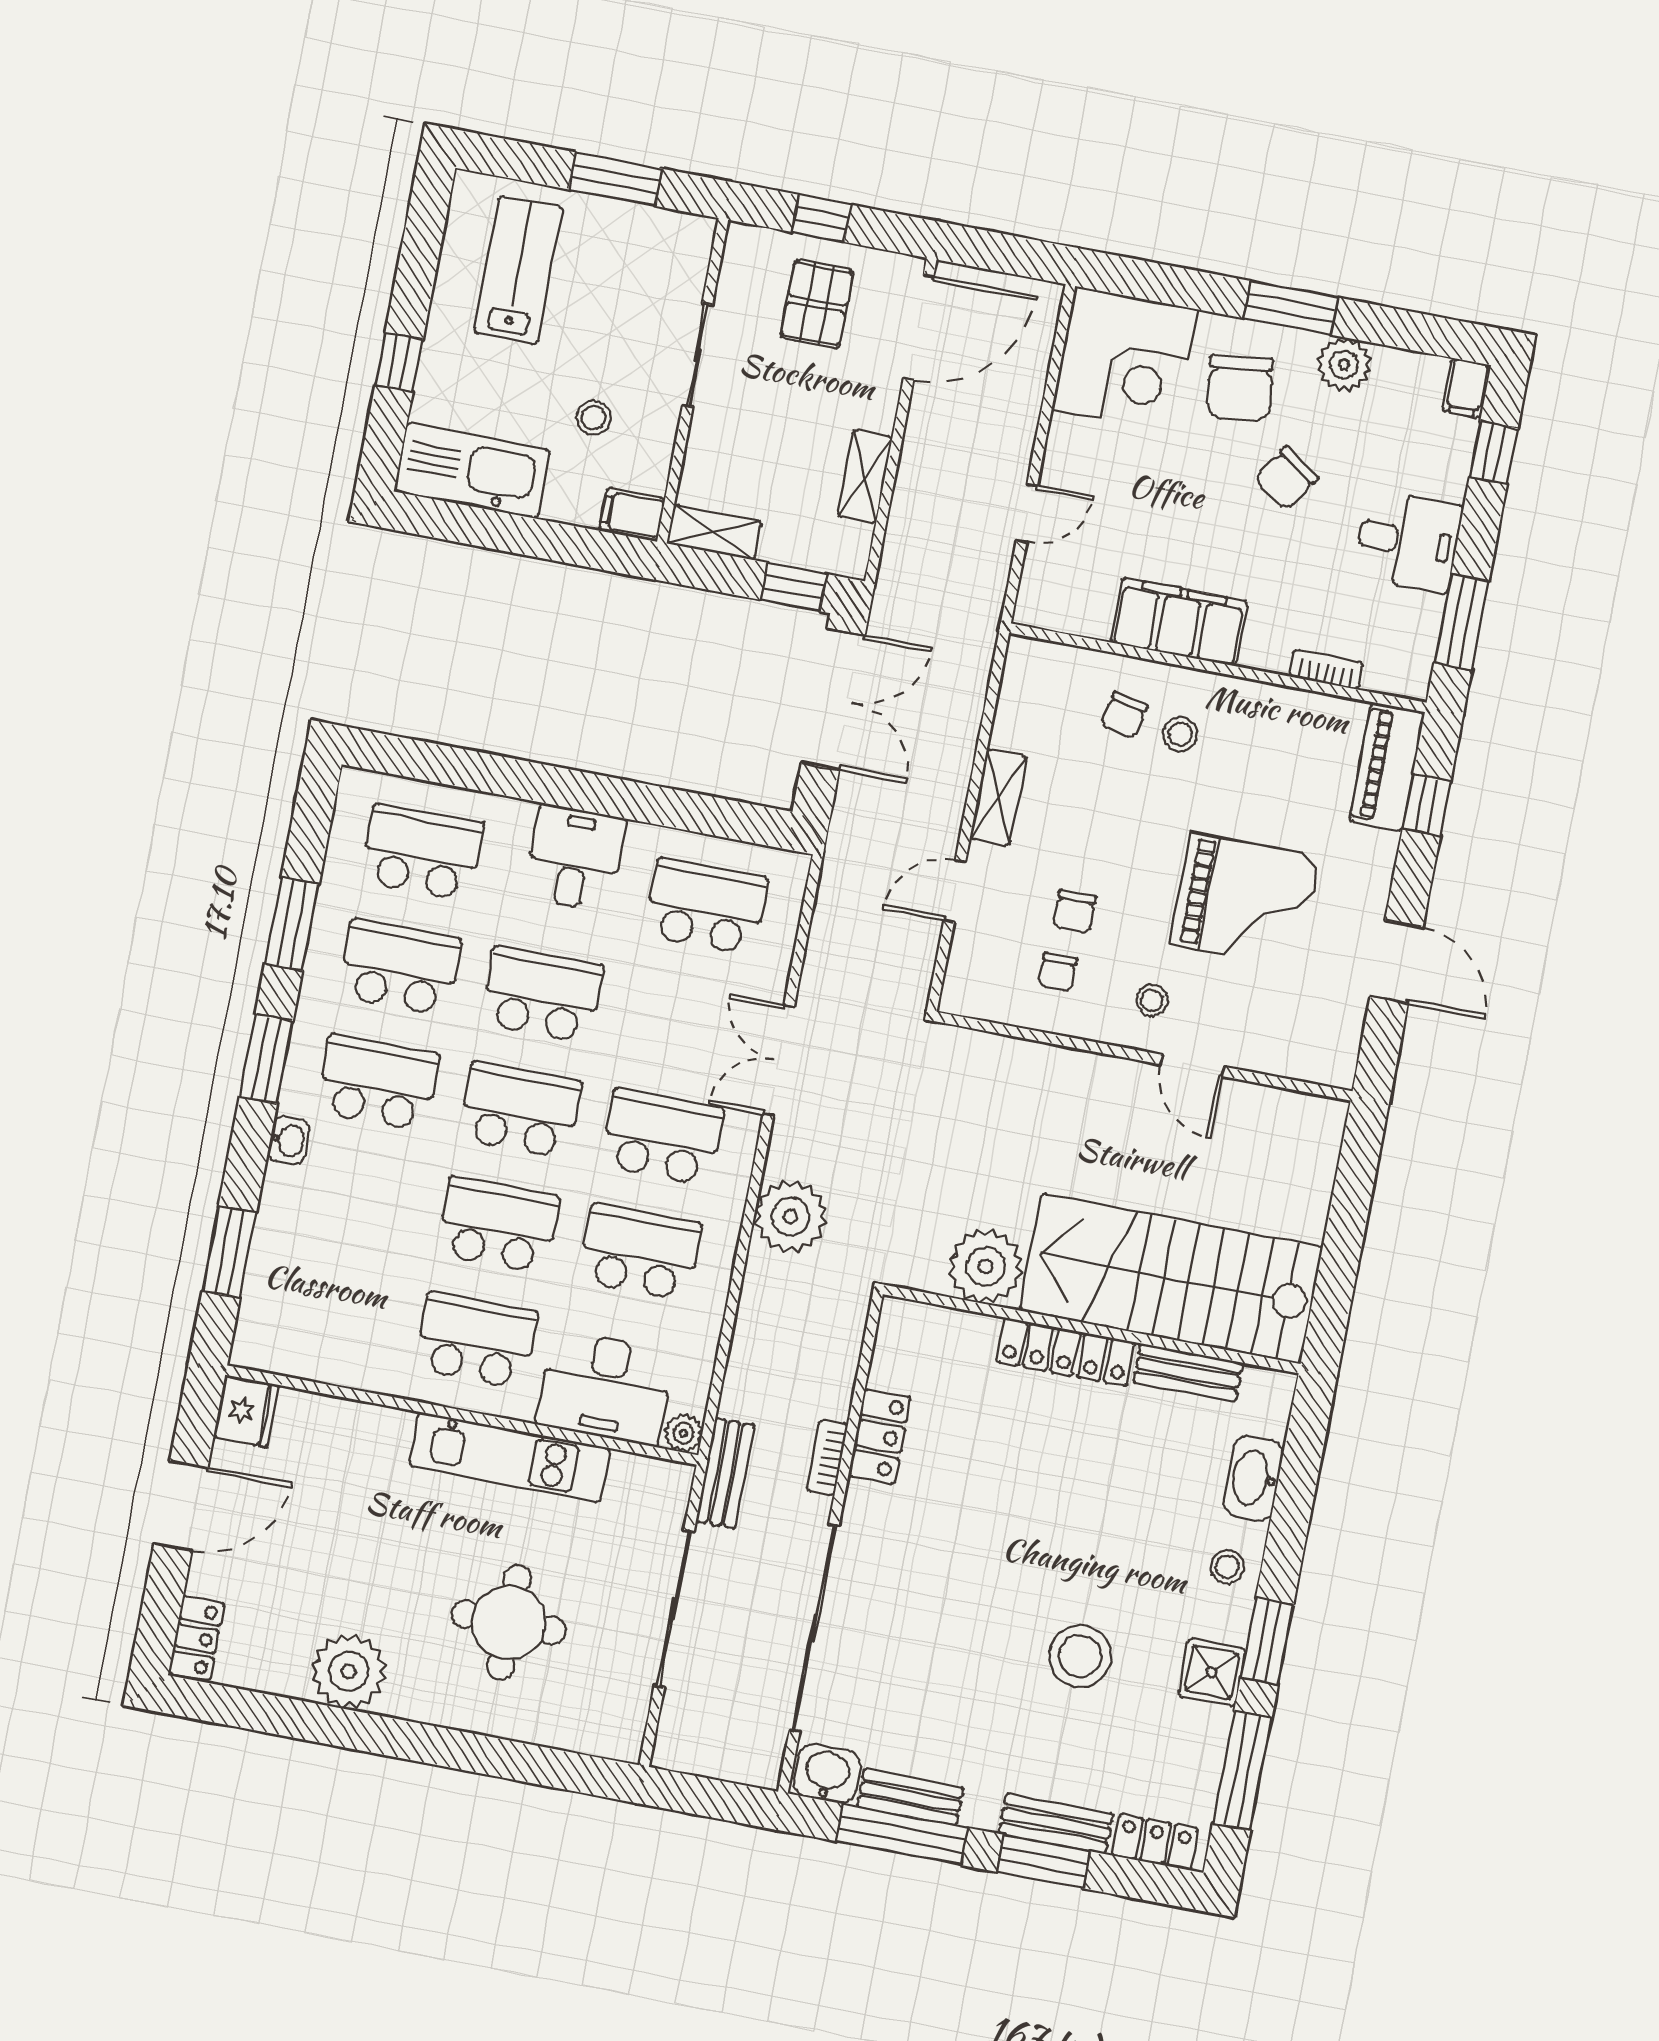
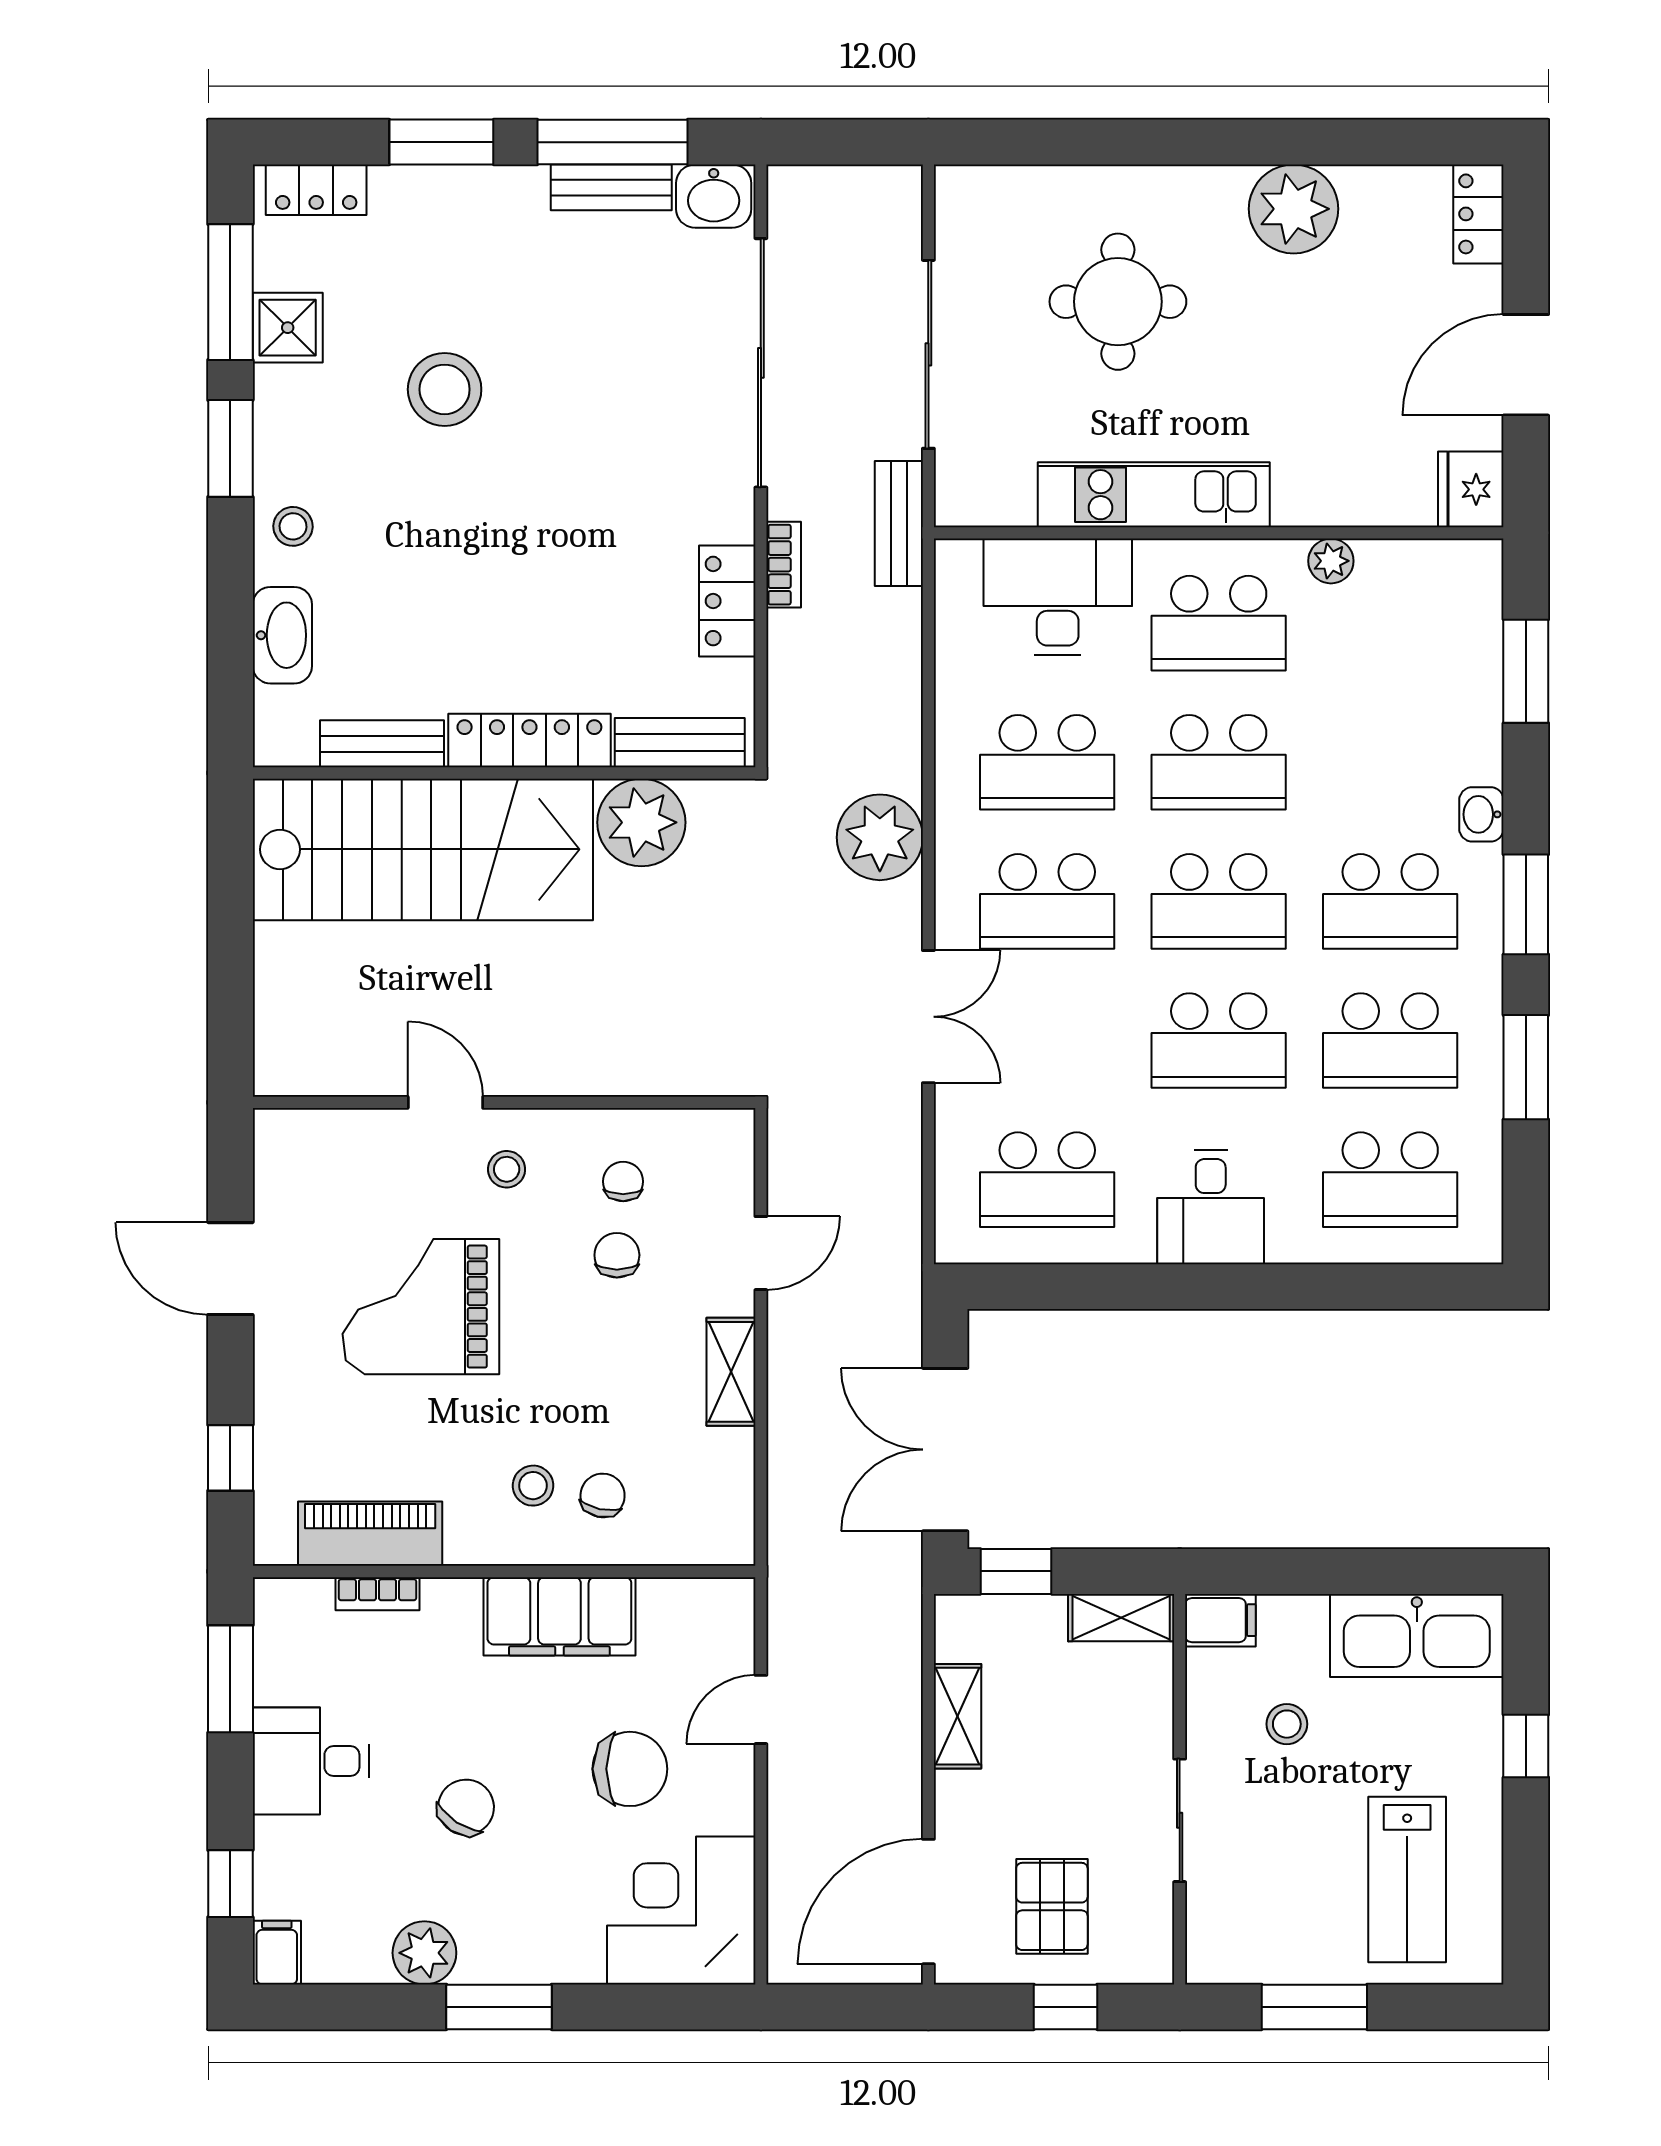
chair: (1240, 388) -> (630, 1769), moved, turned 97
piano: (1387, 767) -> (370, 1534), moved, turned -90
plant: (683, 1433) -> (1331, 561), moved
shower: (1212, 1672) -> (288, 328), moved
bench: (1056, 1823) -> (680, 743), moved

